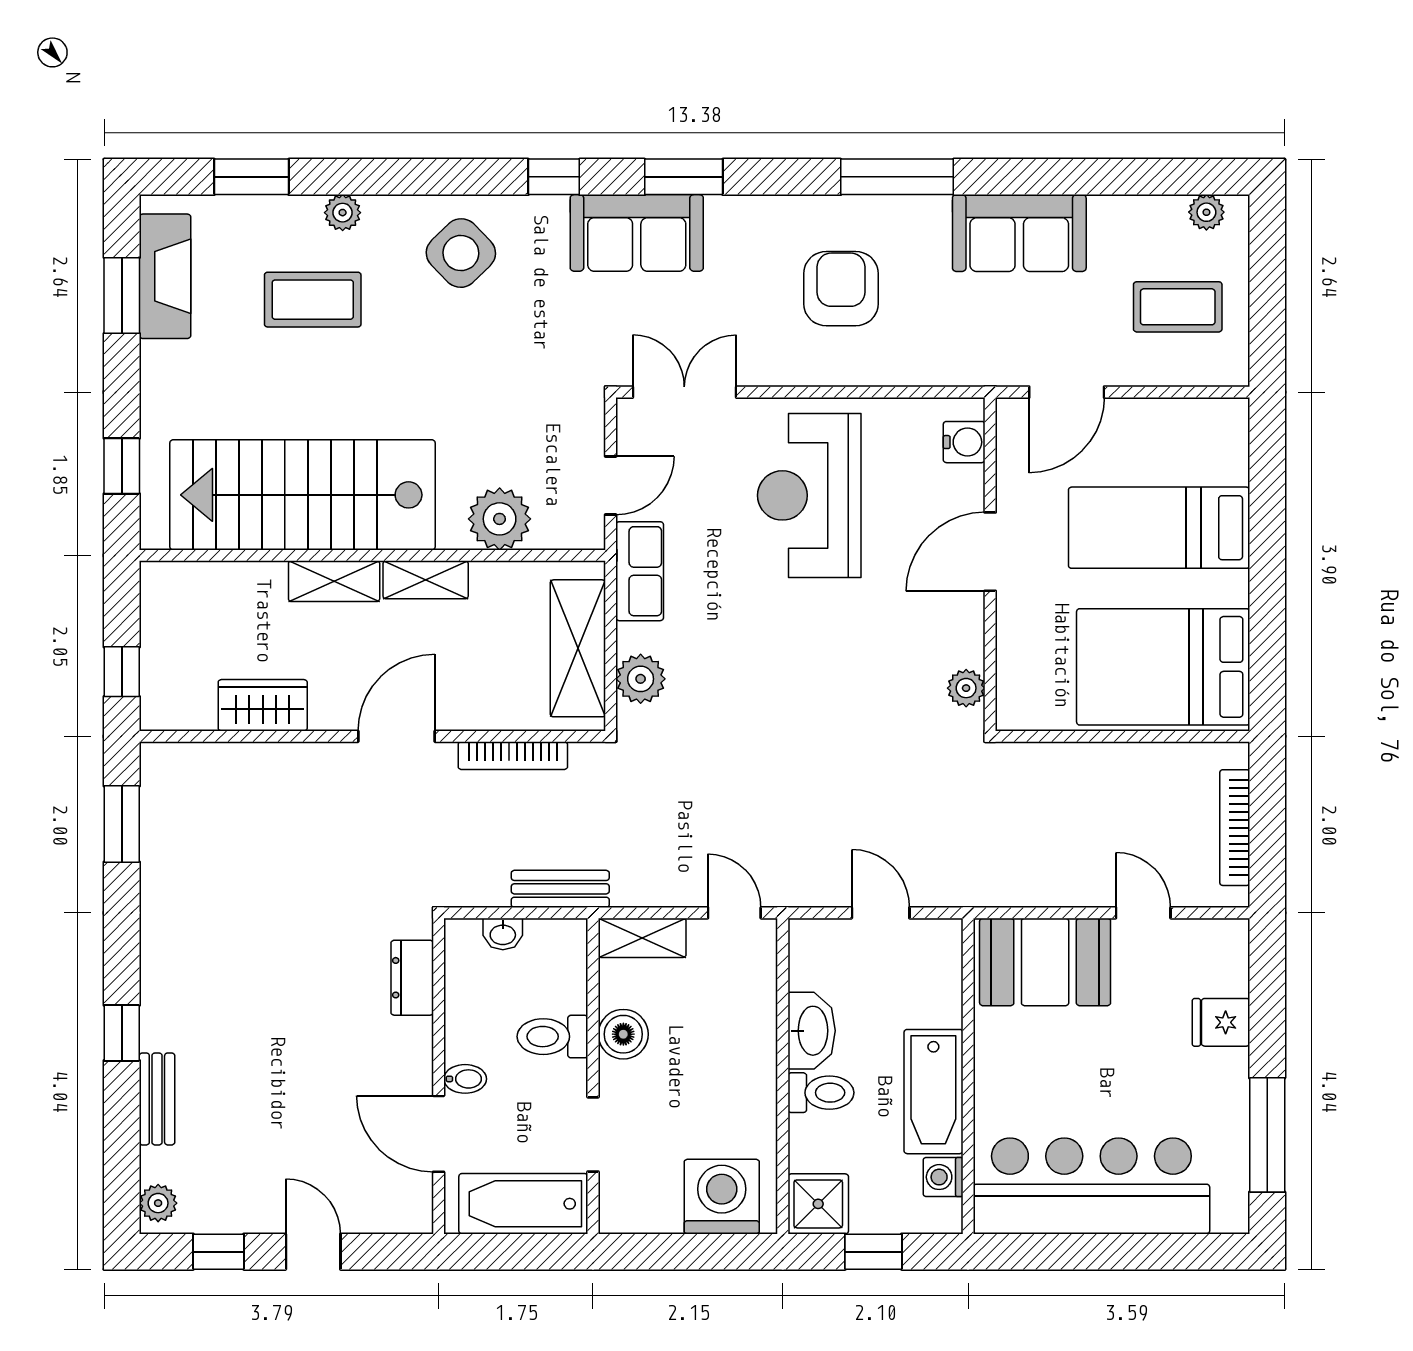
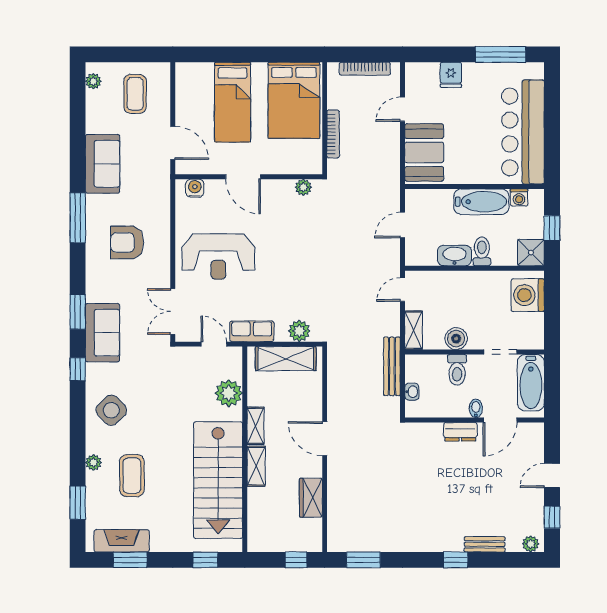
bookcase: (513, 756) -> (333, 134), moved
bench: (560, 889) -> (392, 366), width x1.36
dresser: (412, 978) -> (460, 432), moved

